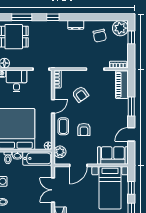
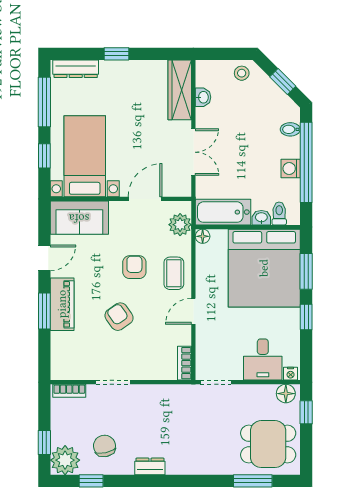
window: (53, 17) -> (91, 481), moved
piano: (122, 85) -> (62, 304), moved
armchair: (80, 94) -> (119, 317), moved

